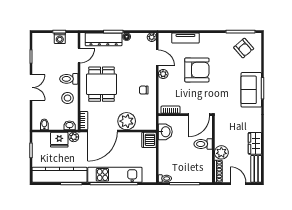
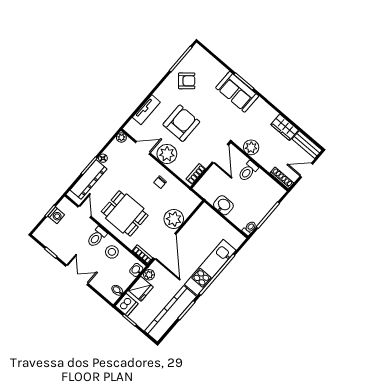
armchair: (244, 48) -> (187, 81), moved
plant: (163, 74) -> (167, 154), width x1.87, depth x1.87
washbasin: (165, 132) -> (223, 205), moved
dishwasher: (149, 140) -> (127, 305), moved, turned -90
plant: (221, 152) -> (251, 147), moved

